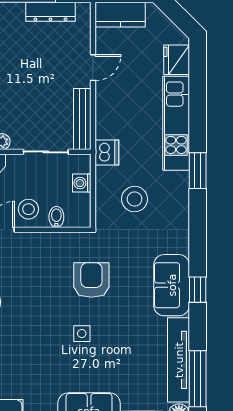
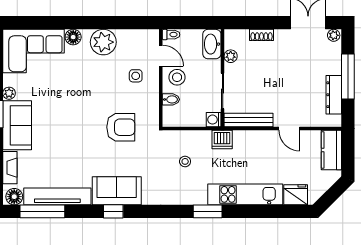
washing machine: (82, 183) -> (214, 120), moved, turned -90
stool: (135, 199) -> (185, 161), width x0.53, depth x0.53
side table: (82, 334) -> (136, 76), moved

